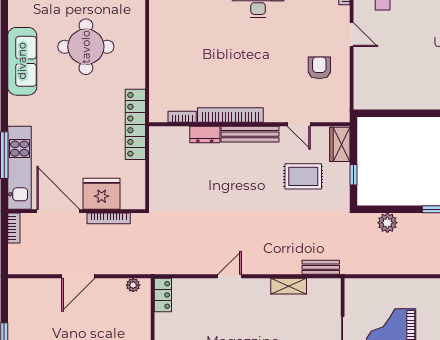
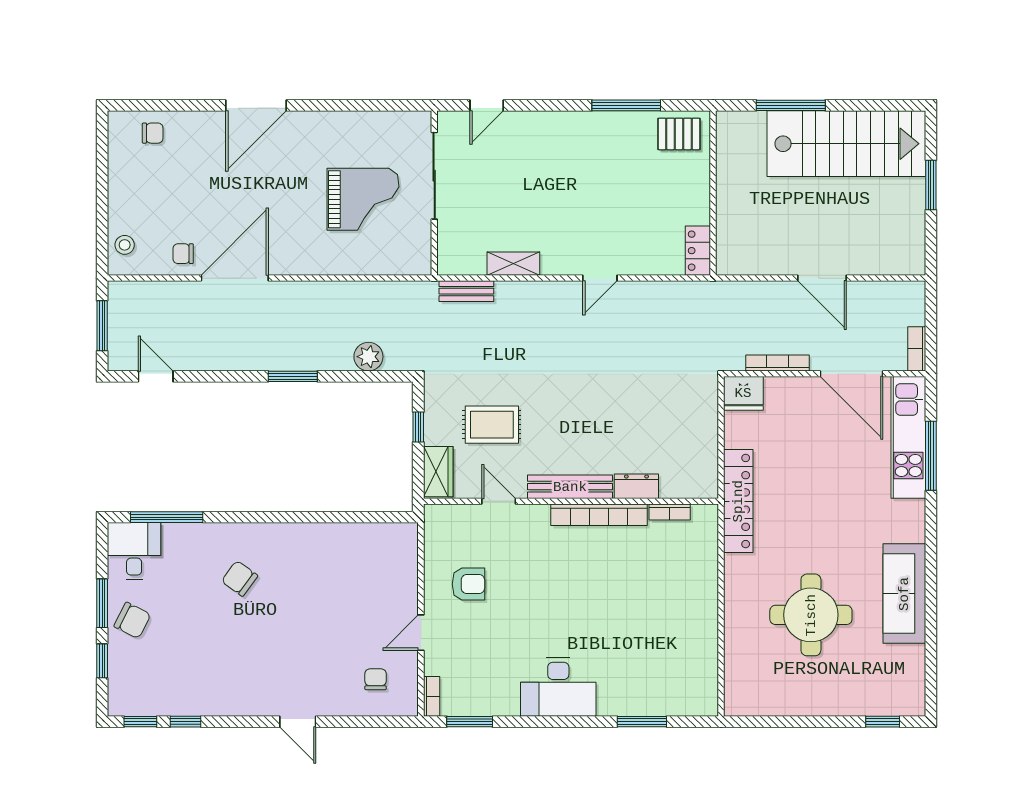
door: (352, 35) -> (421, 633), hinge flipped
armchair: (319, 68) -> (468, 584), turned -90
fridge: (102, 194) -> (743, 393), moved, width x0.73, depth x0.75
door: (78, 276) -> (822, 278), swing flipped
plant: (133, 285) -> (742, 265), removed

